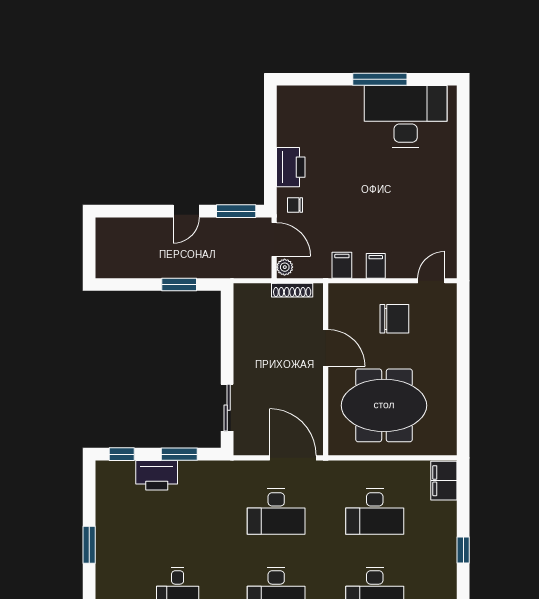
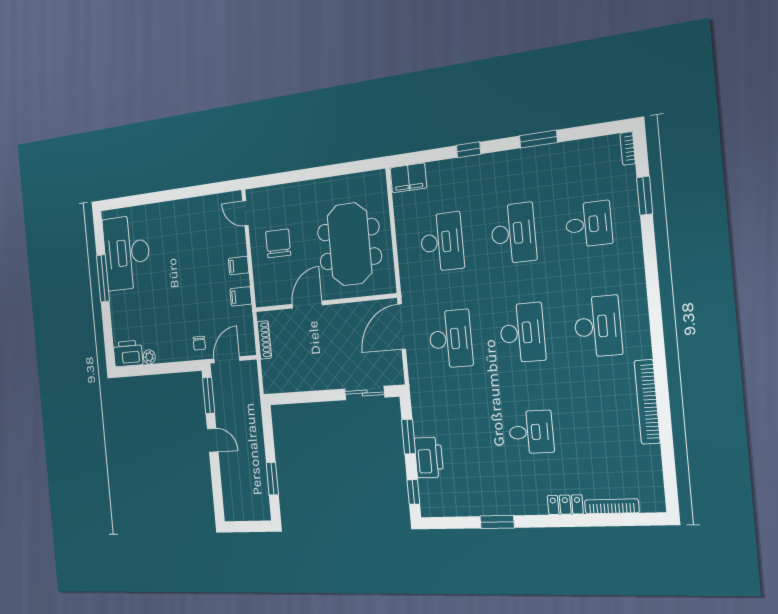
printer: (291, 167) -> (128, 353), moved
plant: (285, 267) -> (149, 357), moved
window: (179, 284) -> (272, 479), moved

